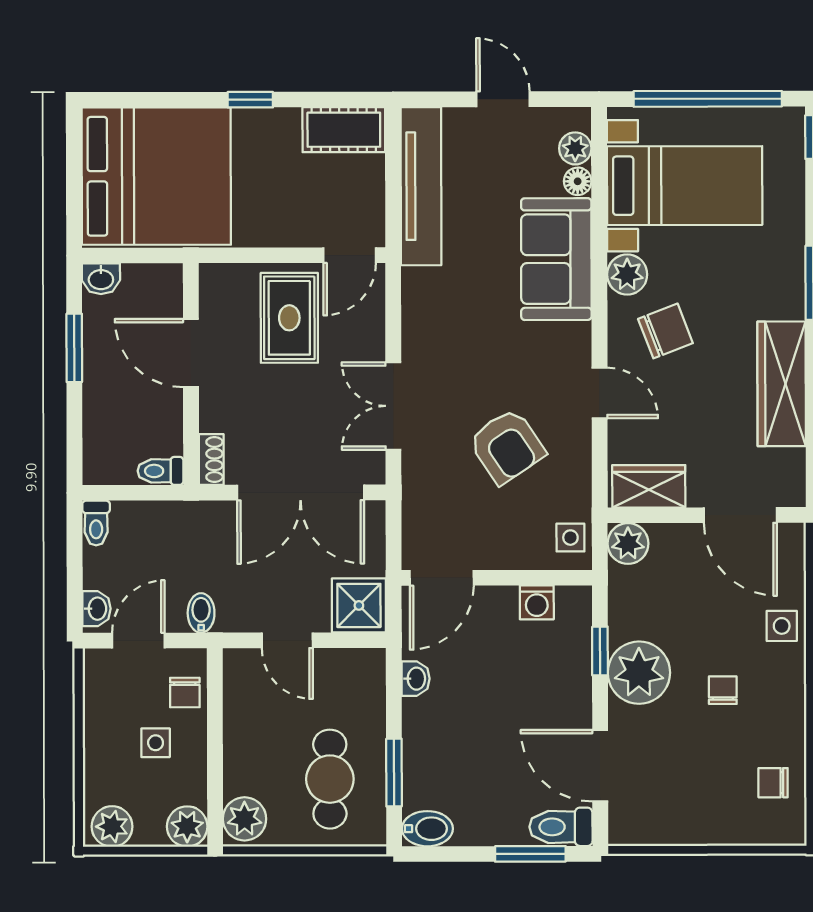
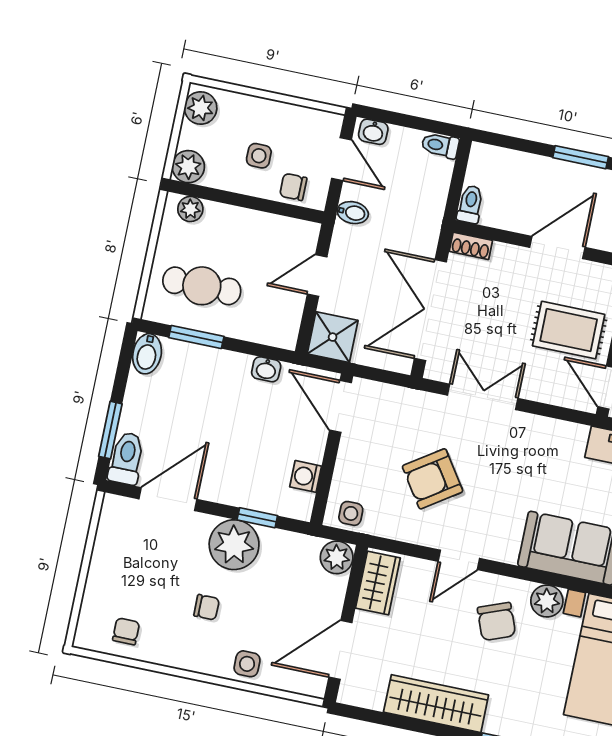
plant: (245, 819) -> (190, 209), width x0.73, depth x0.73

